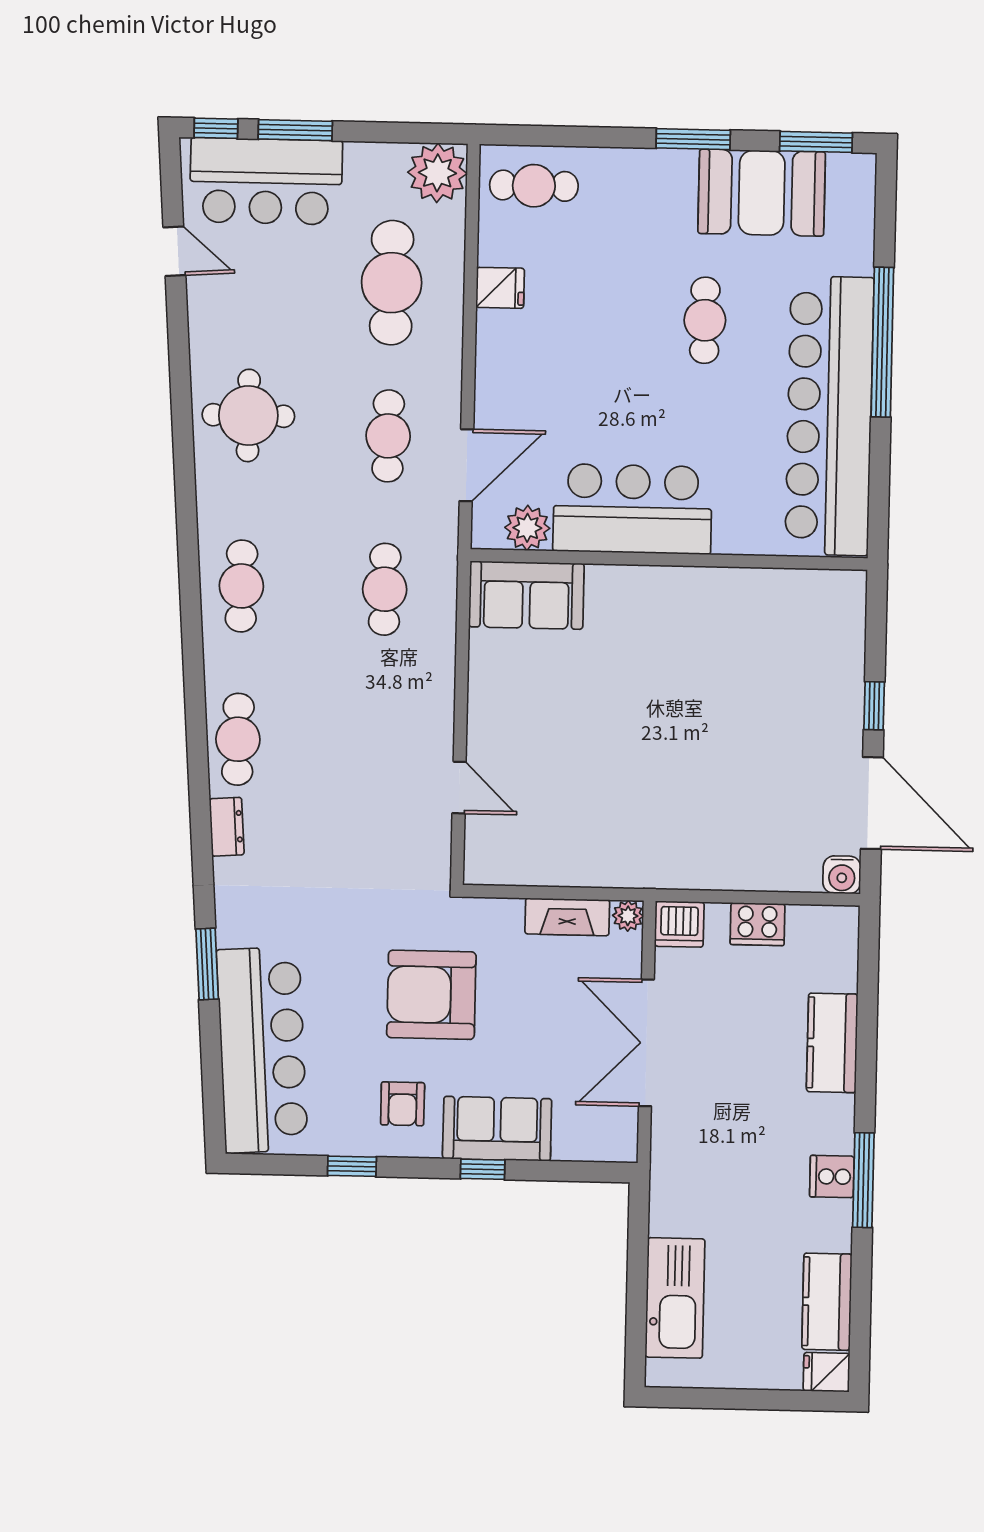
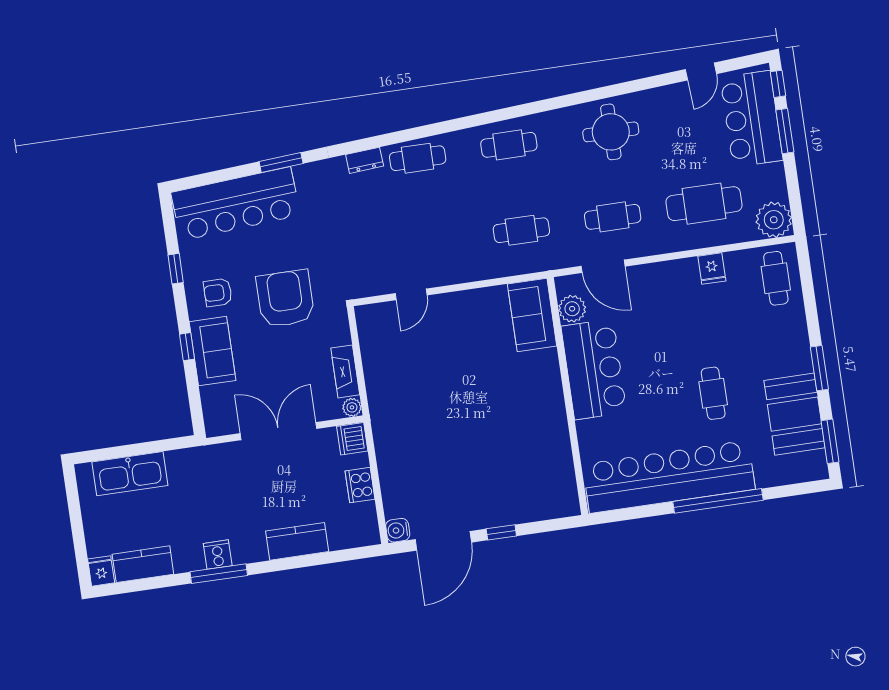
cafe table: (705, 320) -> (713, 393), turned 90

